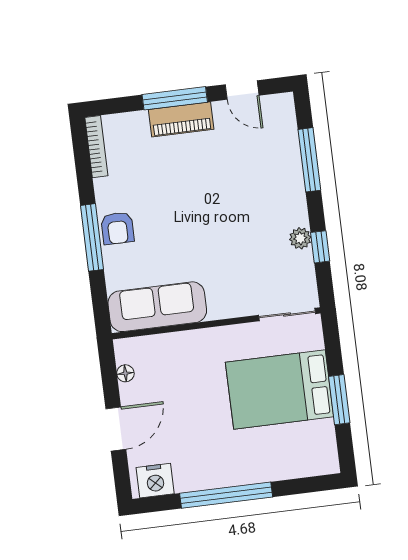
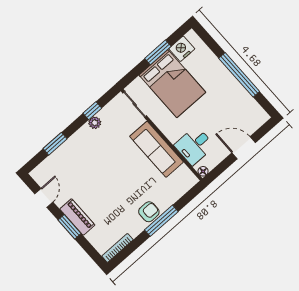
window: (175, 98) -> (70, 227), width x0.69
window: (309, 160) -> (55, 144), width x0.69
sofa: (157, 307) -> (156, 149), moved
desk: (168, 360) -> (194, 146), added
floor lamp: (125, 373) -> (203, 171), moved
nightstand: (155, 481) -> (182, 49), moved, turned -90

